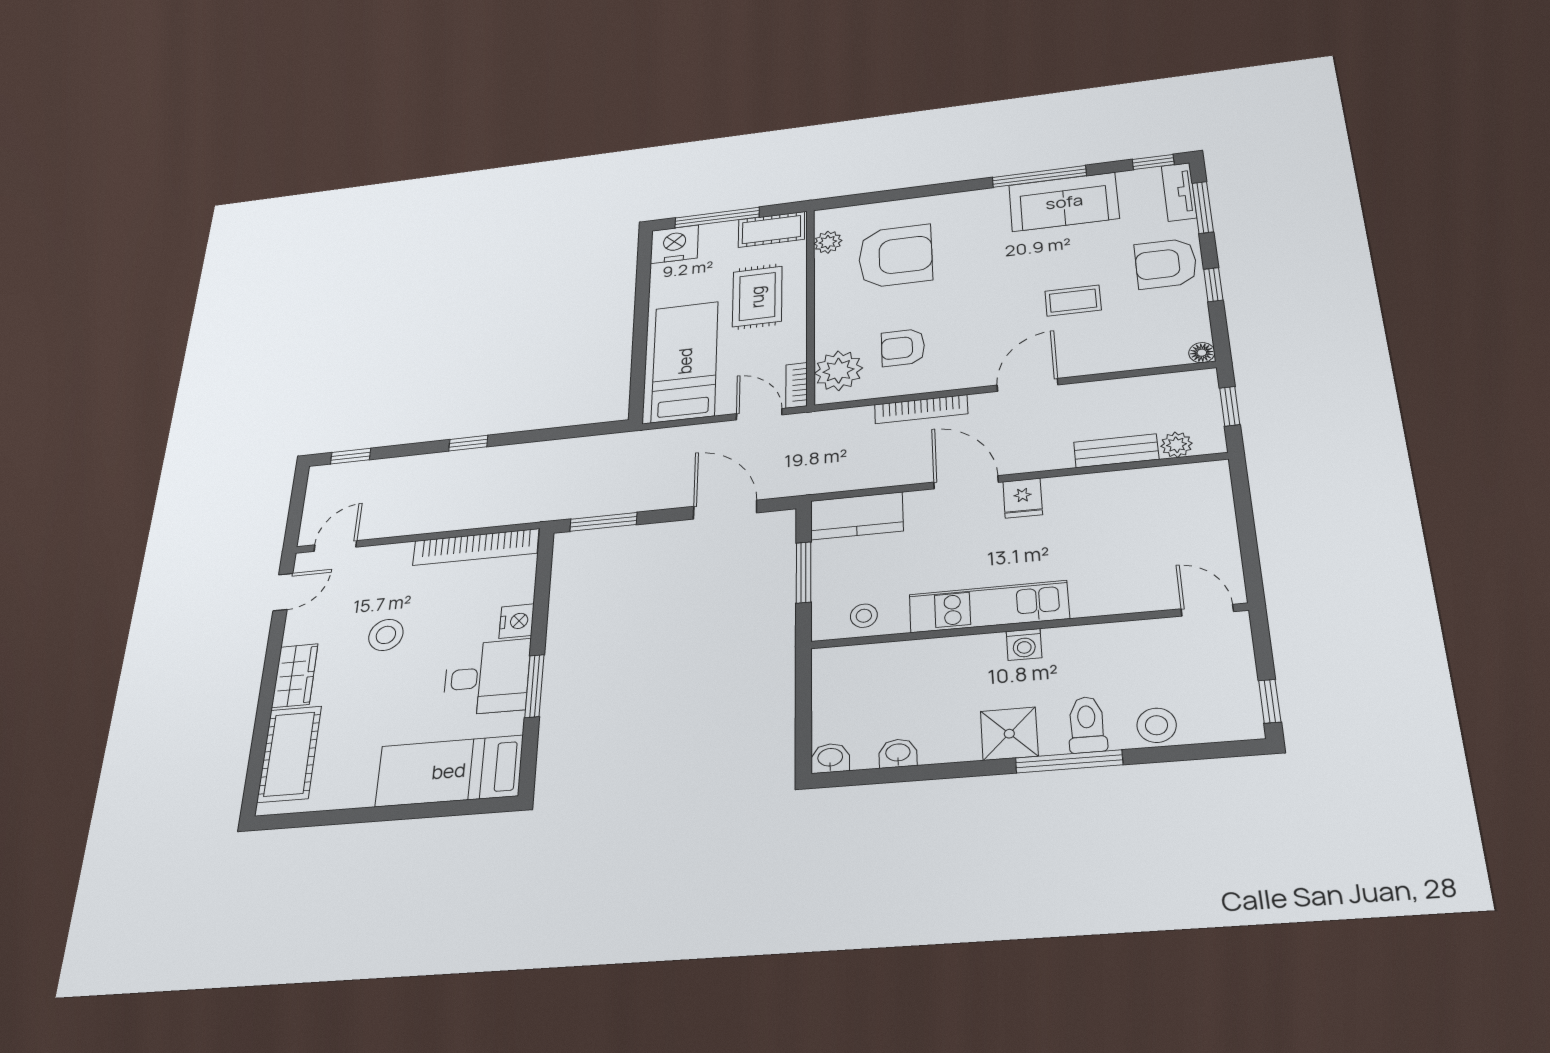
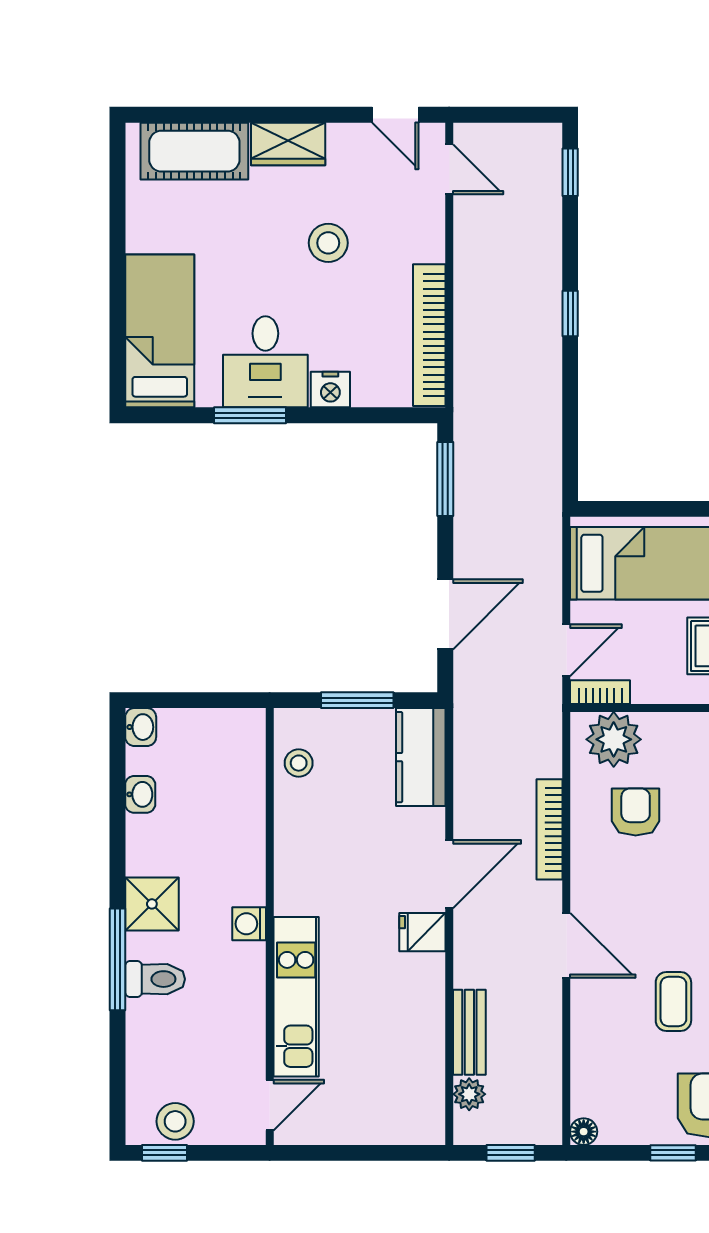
kitchen unit: (989, 607) -> (296, 997), moved
stool: (1157, 725) -> (175, 1121), moved

